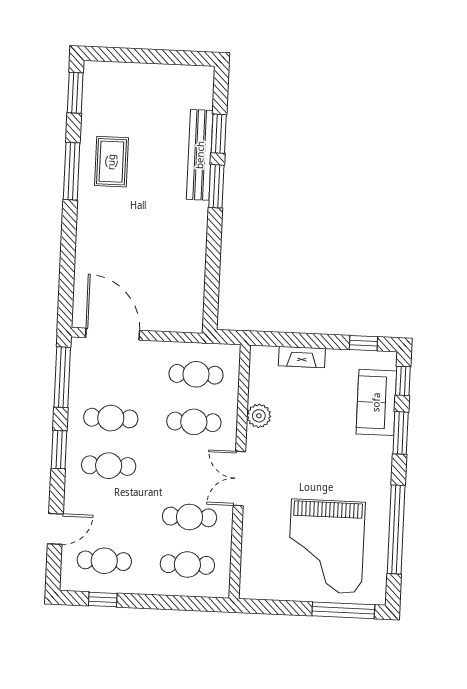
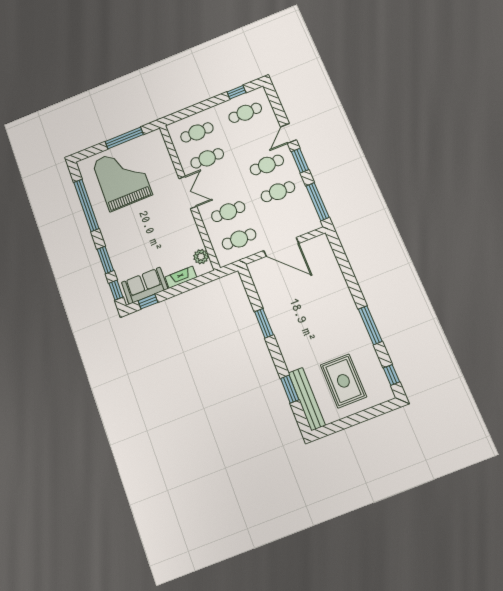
window: (75, 93) -> (391, 375), width x0.67
bench: (200, 155) -> (307, 399), moved
rug: (111, 162) -> (343, 381), moved, width x1.36, depth x1.43
window: (216, 186) -> (264, 323), moved
door: (113, 334) -> (281, 247), moved
sofa: (376, 402) -> (145, 286), moved, turned -90
plant: (259, 416) -> (201, 257), moved
door: (55, 529) -> (288, 133), moved
window: (343, 610) -> (124, 138), moved

